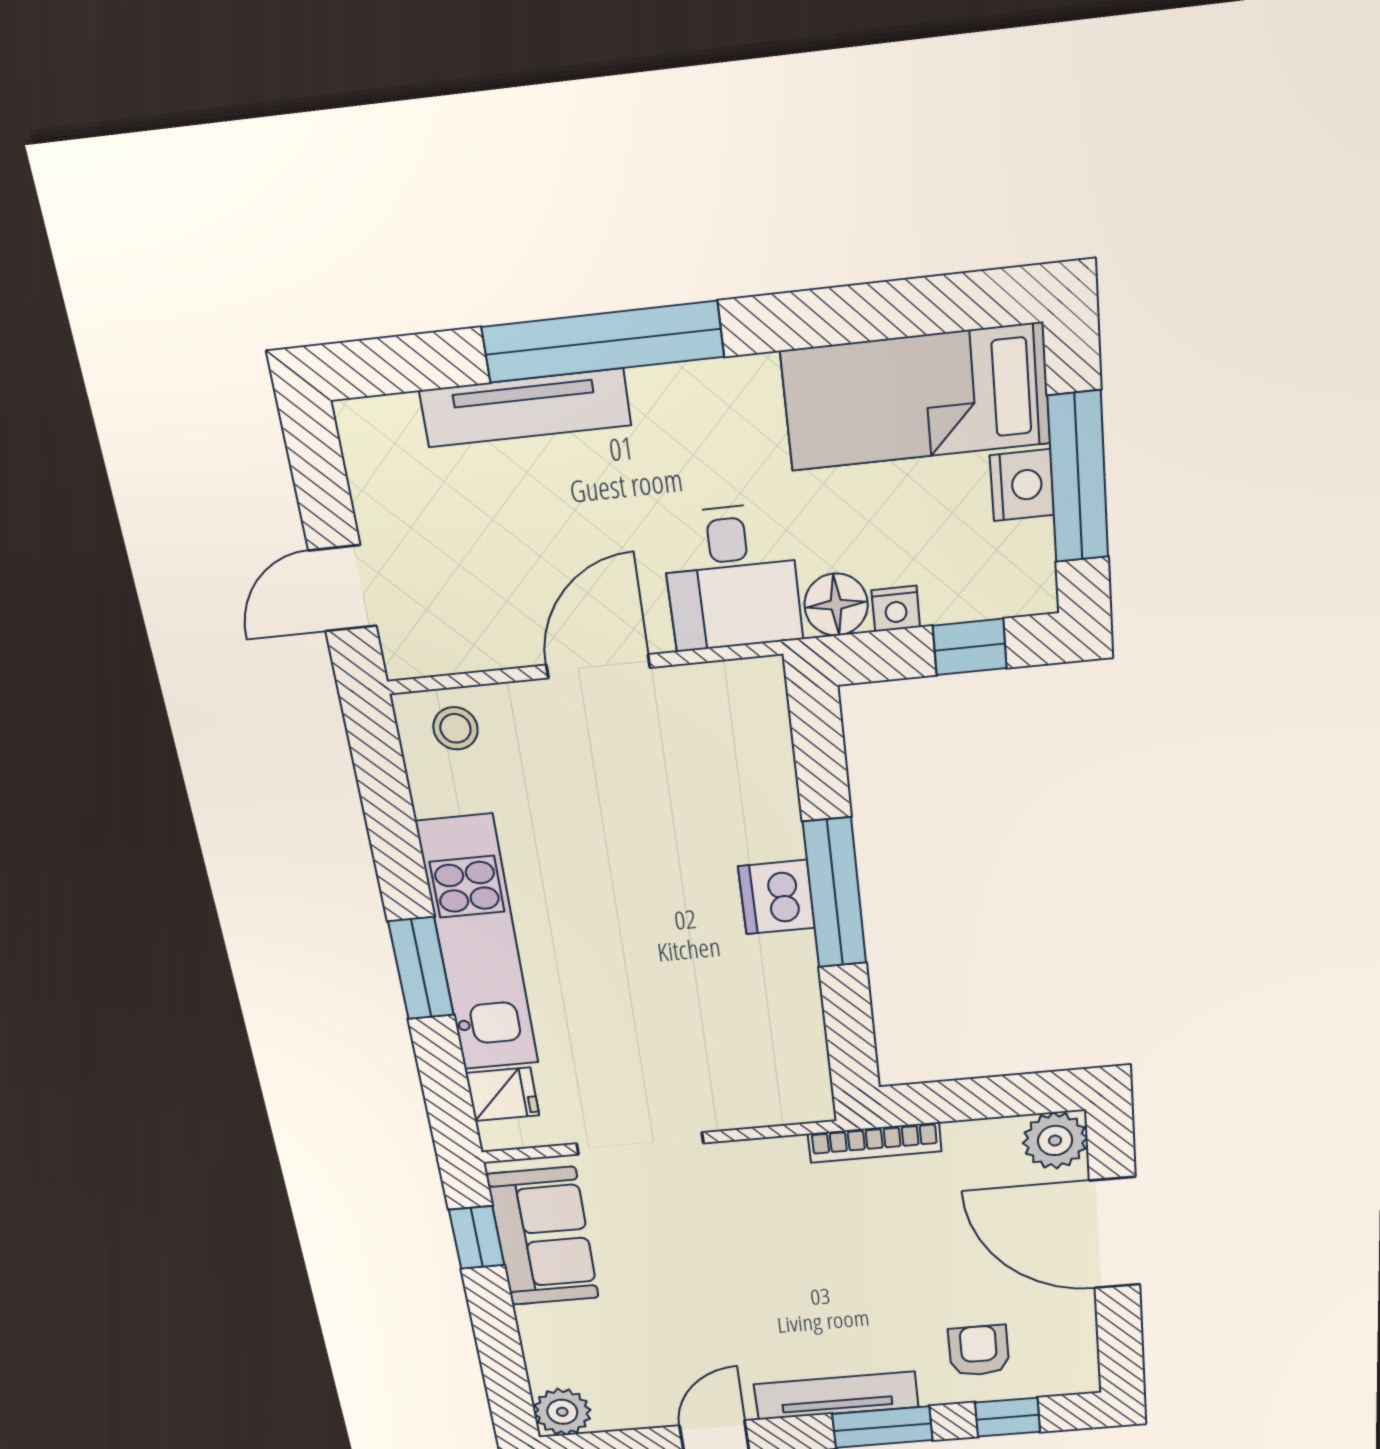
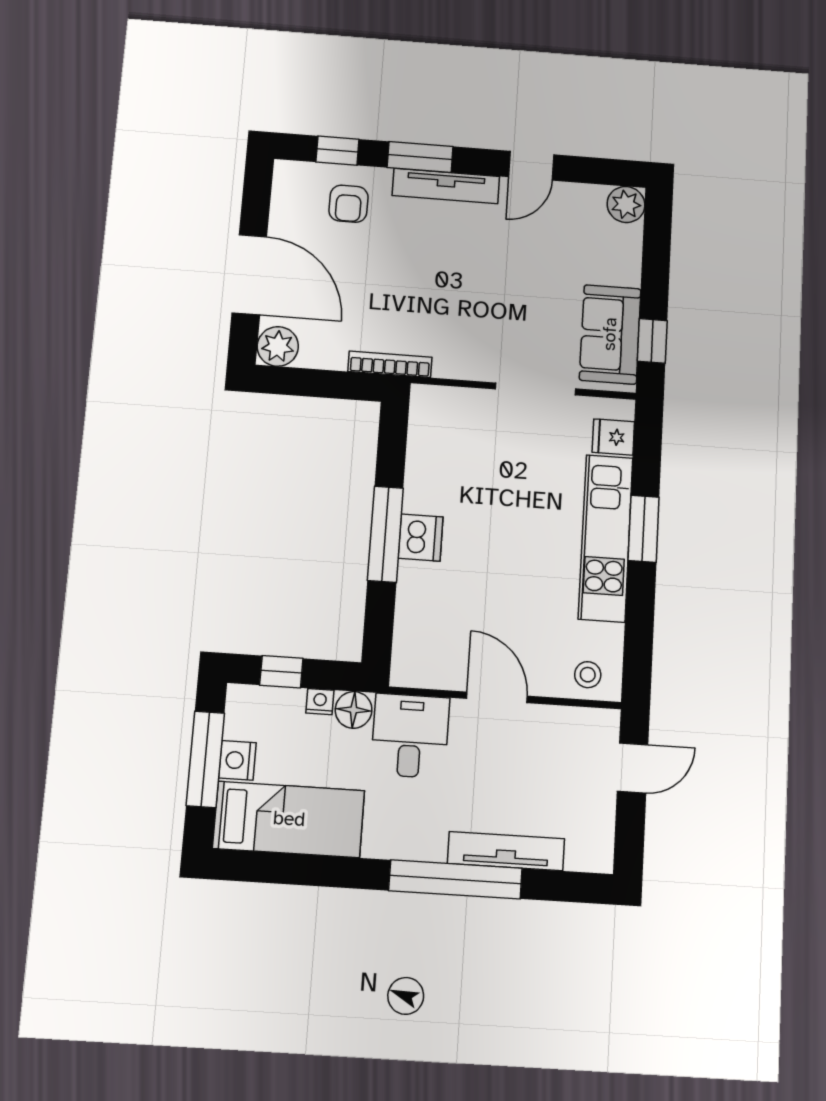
door: (598, 666) -> (497, 697), swing flipped

